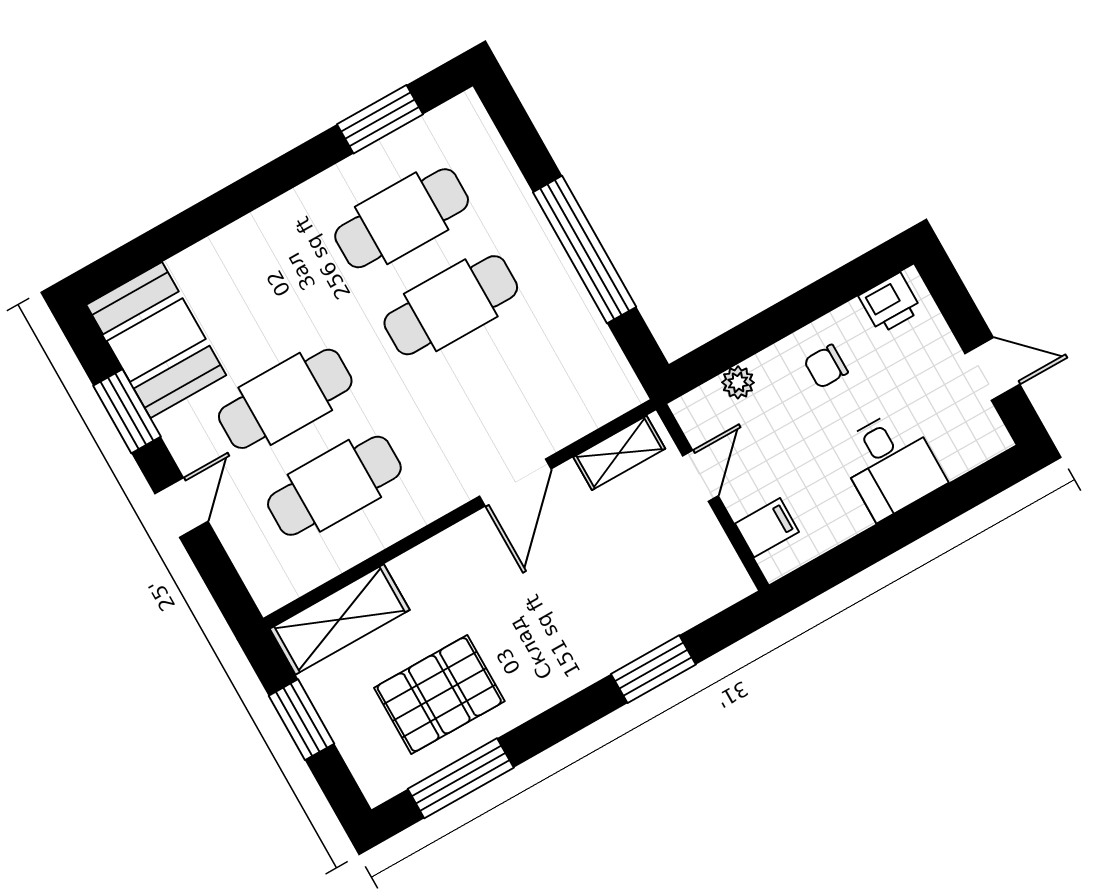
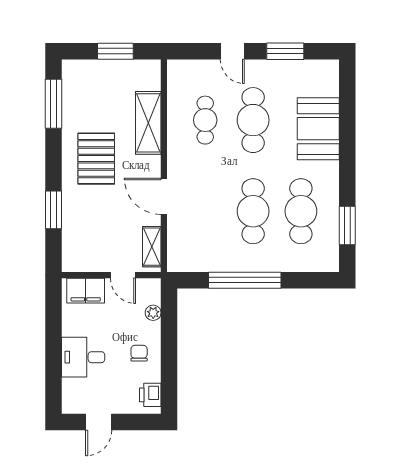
booth: (156, 340) -> (318, 129), moved, turned 90
cafe table: (334, 486) -> (205, 120), width x0.73, depth x0.74
filing cabinet: (767, 528) -> (86, 291), width x2.00
shelving: (340, 619) -> (148, 123), moved
pallet: (439, 695) -> (96, 159), moved

